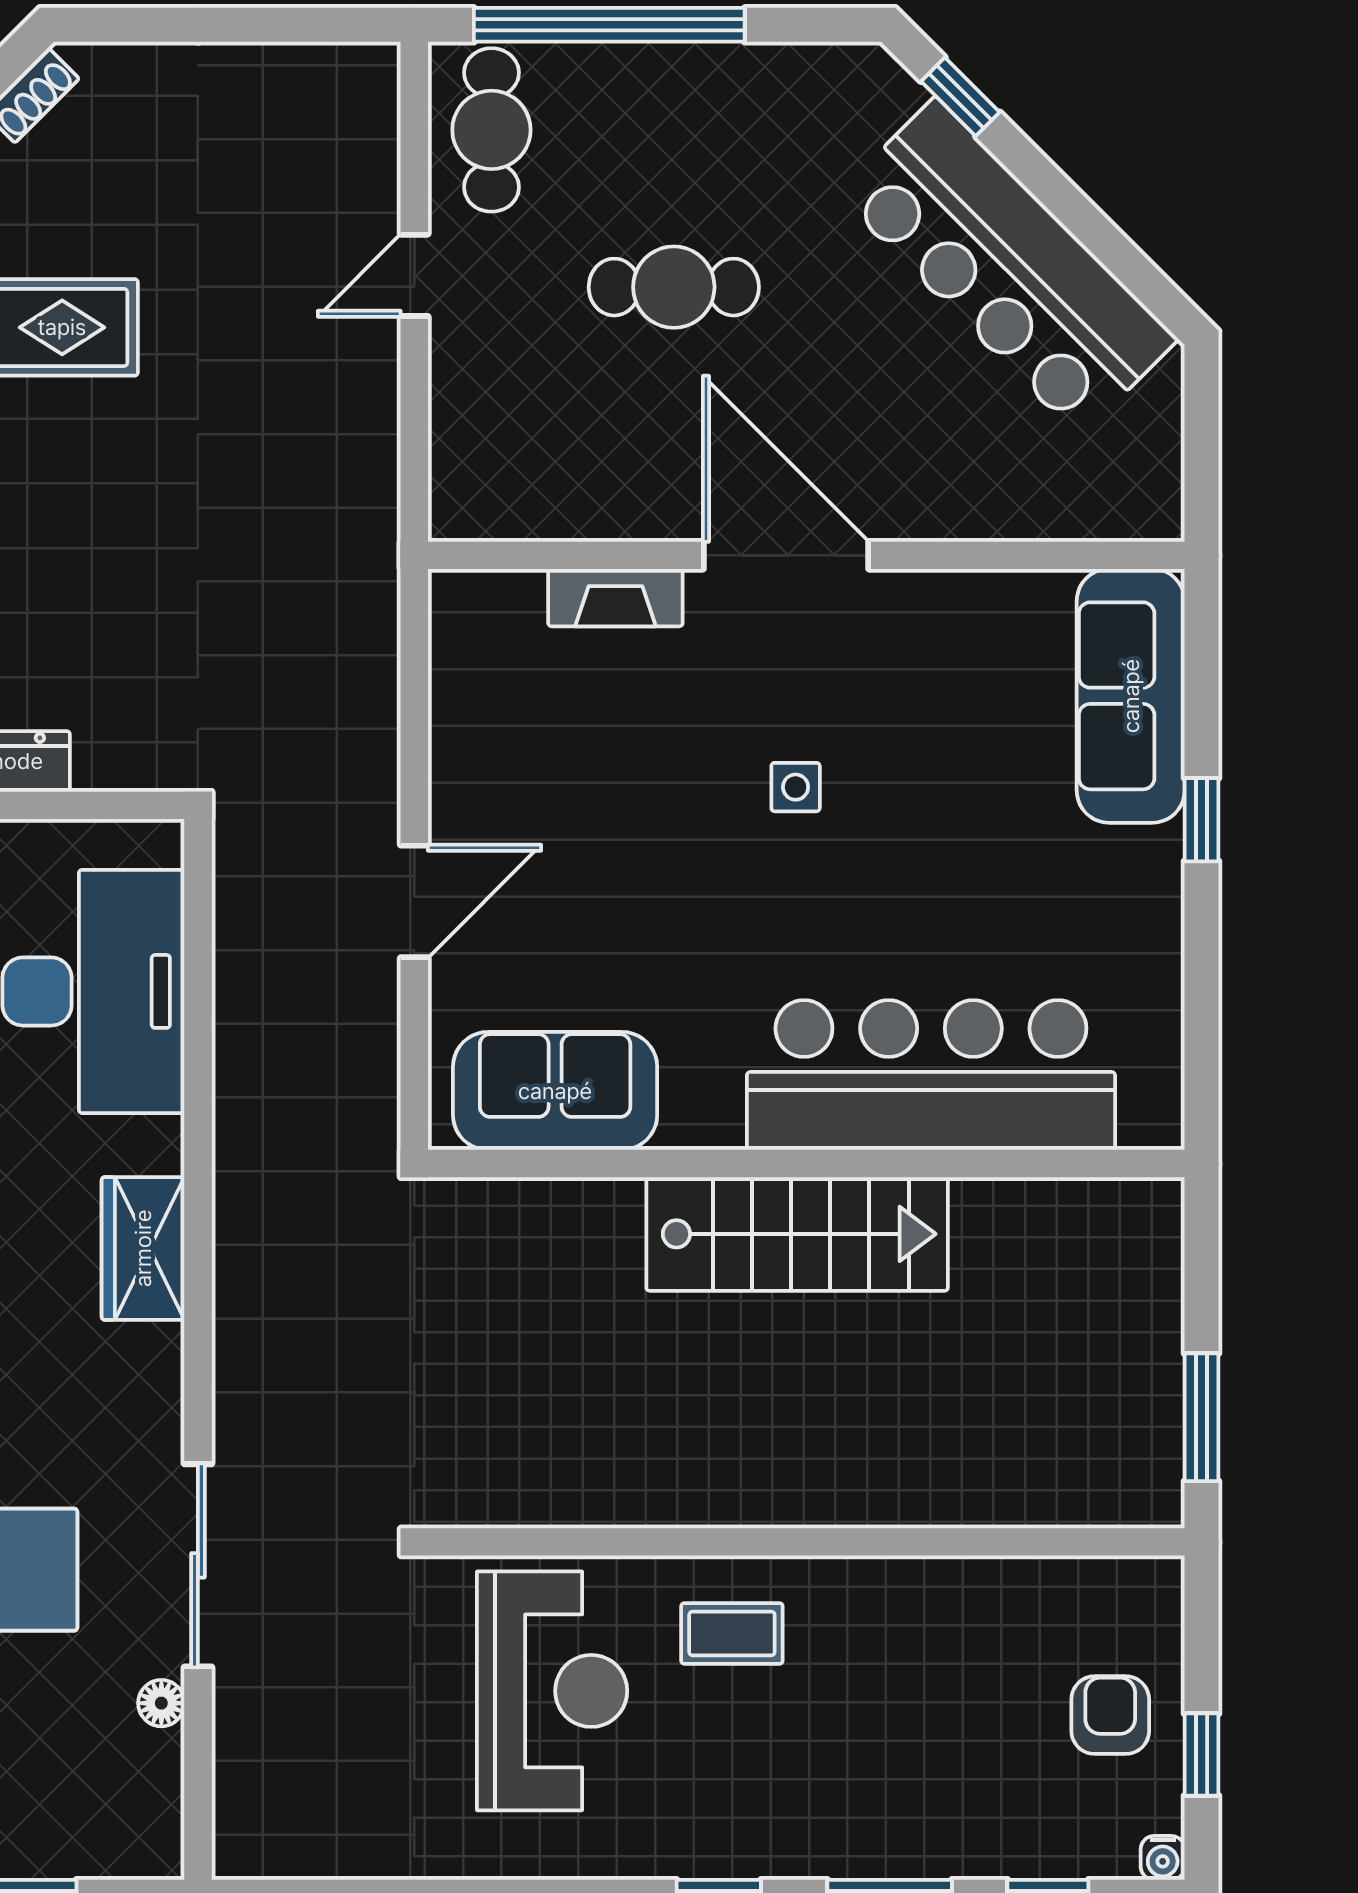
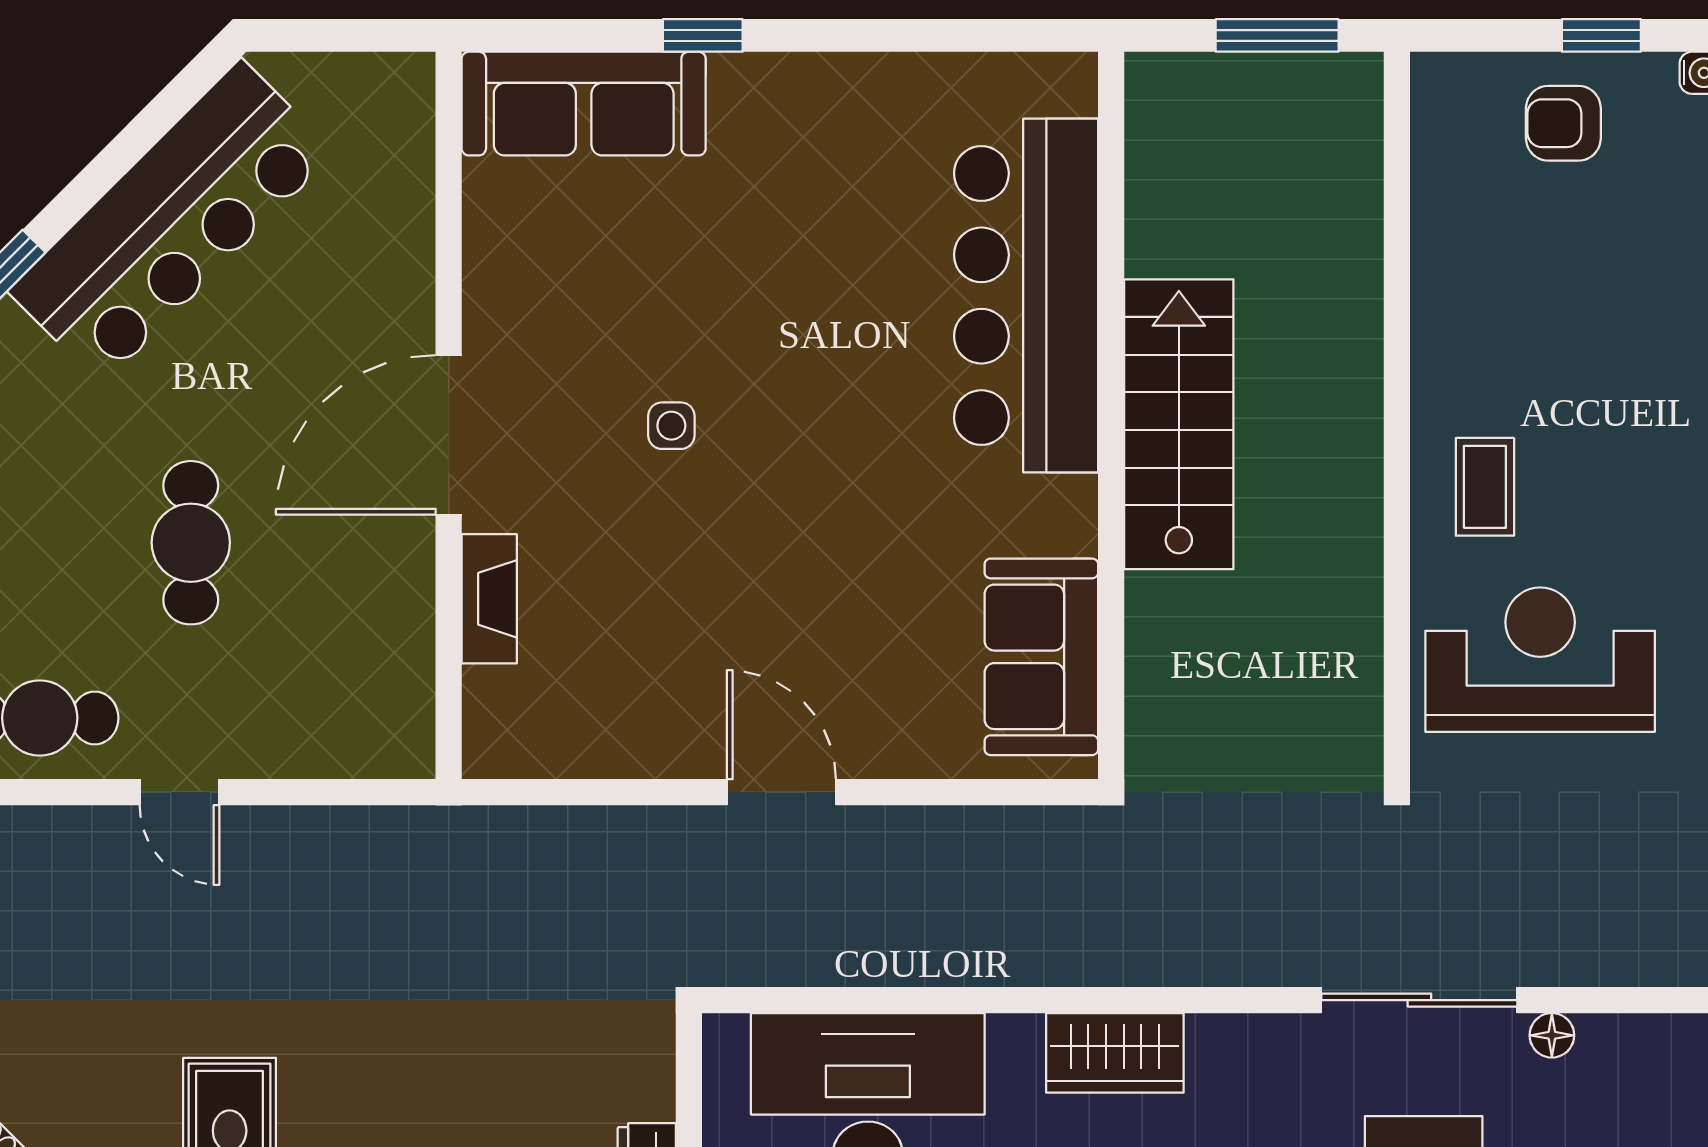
bar counter: (931, 1075) -> (1026, 296), moved
sofa: (555, 1091) -> (1041, 657), moved
wall: (806, 1163) -> (1111, 415), moved
stairs: (797, 1234) -> (1179, 424), moved

